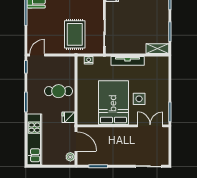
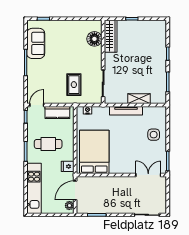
rug: (75, 34) -> (74, 85), width x0.73, depth x0.70
shelving: (157, 49) -> (139, 99), moved
kitchen counter: (58, 63) -> (57, 112), added
cafe table: (59, 91) -> (48, 144), moved
side table: (139, 99) -> (154, 135), moved
bed: (113, 103) -> (94, 152), moved
door: (76, 142) -> (75, 190), swing flipped

